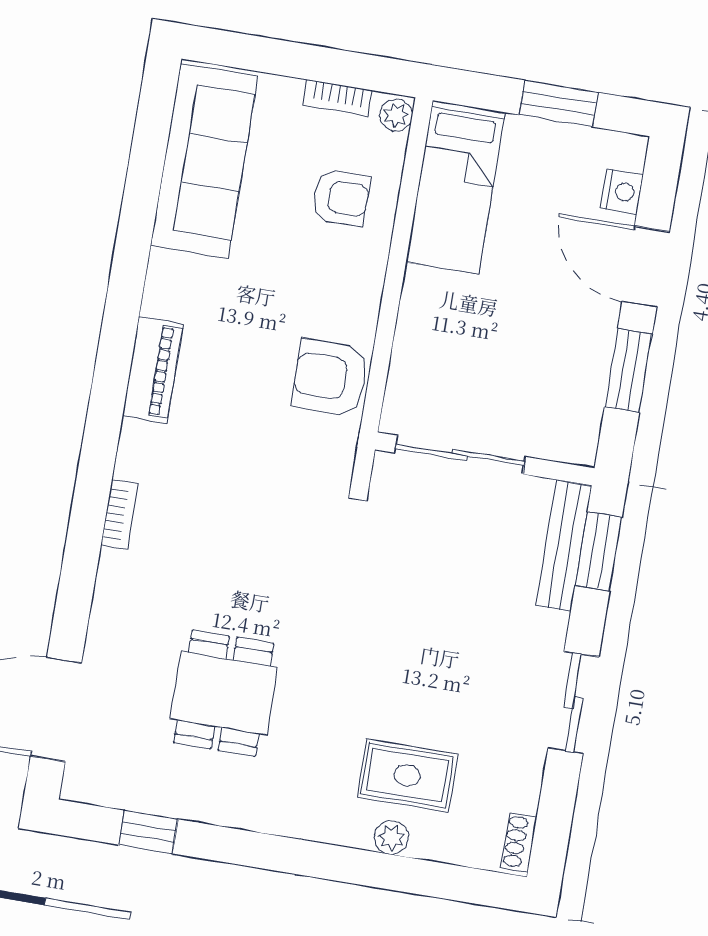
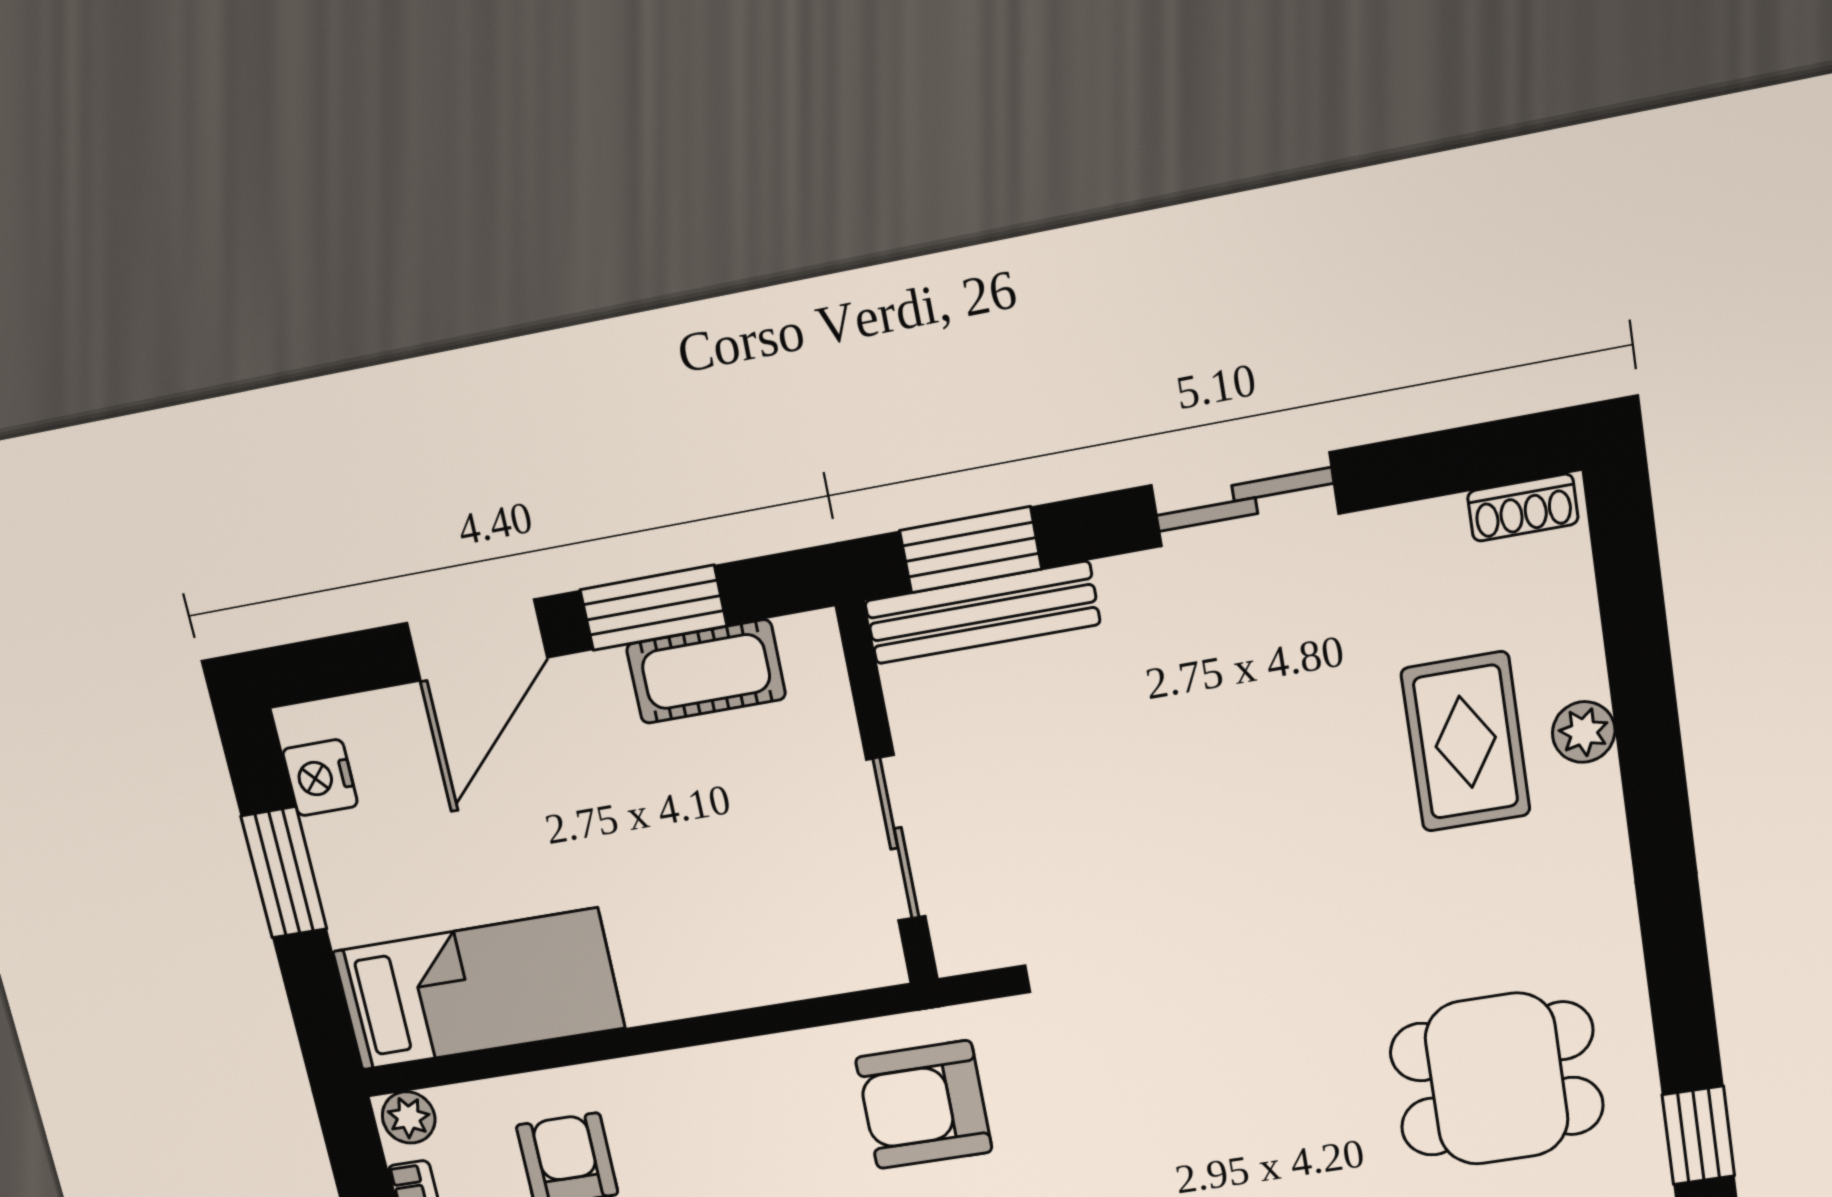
nightstand: (622, 192) -> (320, 778), moved, turned -90
armchair: (330, 377) -> (924, 1105), moved, turned 90
cot: (585, 386) -> (706, 672), added
sliding door: (460, 455) -> (896, 838), width x0.73
dining table: (224, 693) -> (1497, 1079), moved

